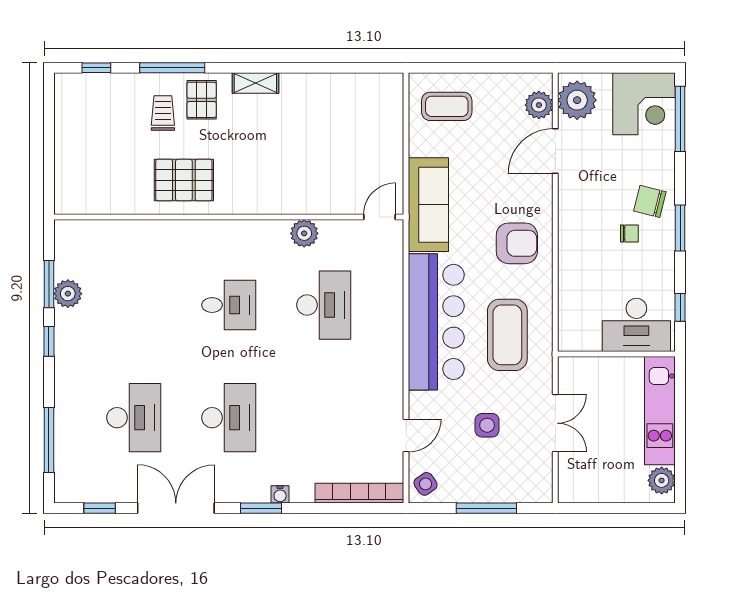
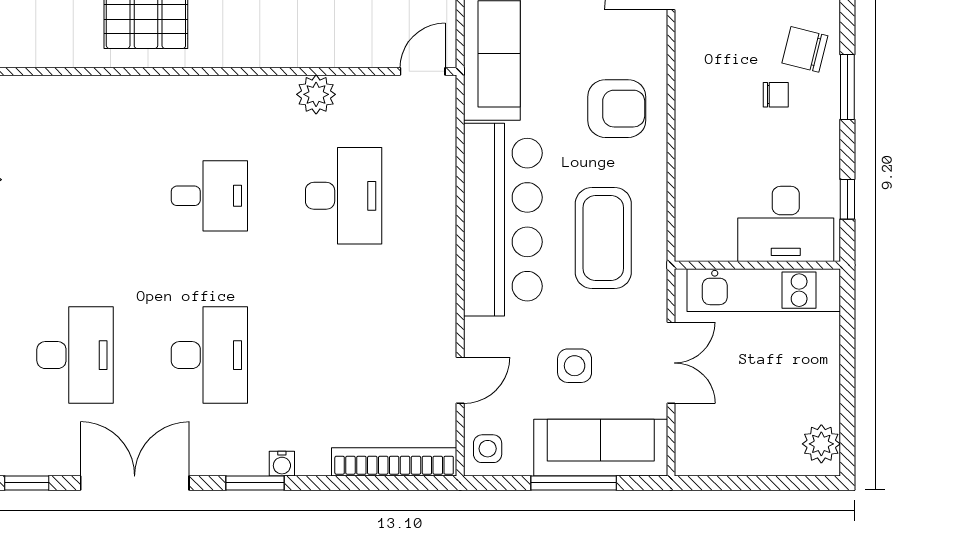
kitchen unit: (660, 411) -> (764, 290), moved, turned -90
sofa: (506, 483) -> (601, 448), added
side table: (426, 484) -> (488, 449), turned 35

